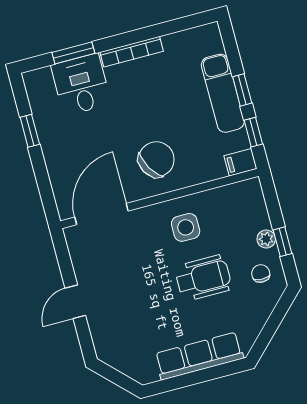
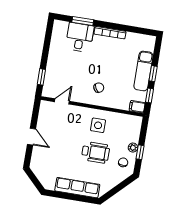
window: (30, 131) -> (41, 77), moved
chair: (156, 159) -> (99, 88), width x0.54, depth x0.54
door: (101, 214) -> (62, 101), width x0.53
door: (75, 302) -> (31, 137), swing flipped

